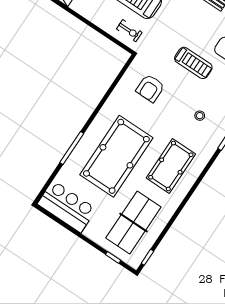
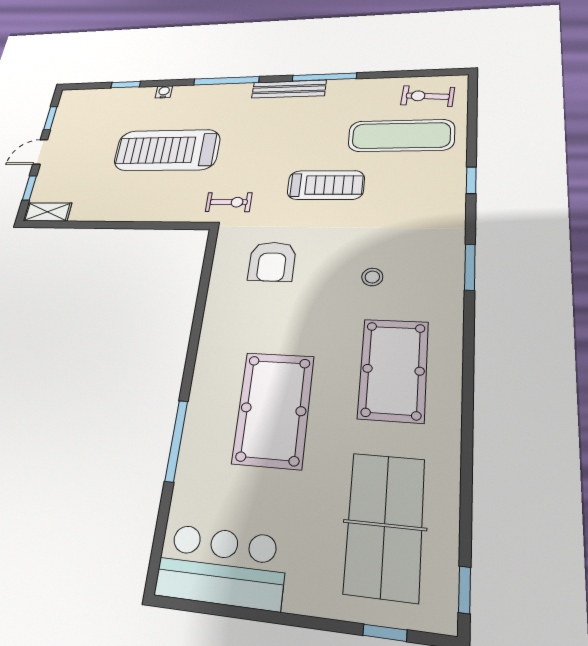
exercise bike: (129, 31) -> (229, 202), moved
stool: (200, 116) -> (372, 277), moved
pool table: (116, 156) -> (273, 409), width x0.73, depth x0.76

